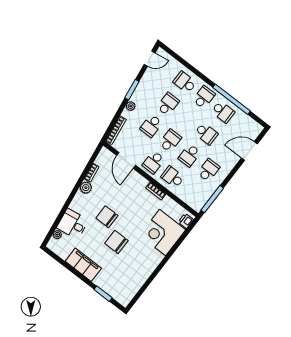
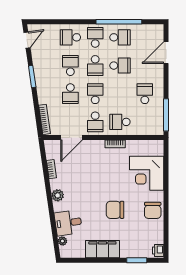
plant: (131, 106) -> (41, 91), removed
school desk: (189, 155) -> (95, 66), moved
door: (126, 160) -> (72, 137), hinge flipped
plant: (86, 188) -> (58, 195), moved
chair: (107, 217) -> (153, 210), moved, turned -90
printer: (186, 221) -> (158, 251), moved

